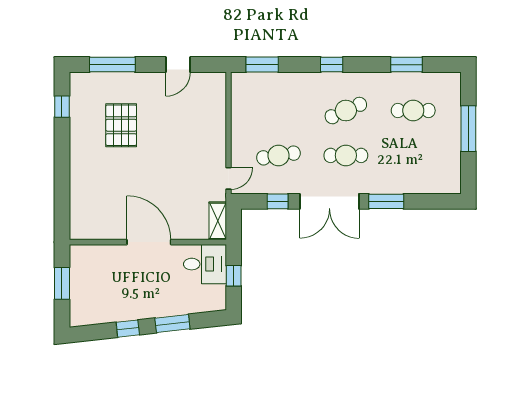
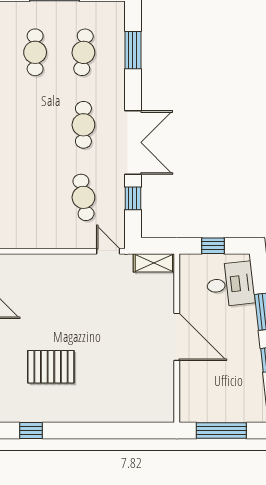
cafe table: (346, 111) -> (83, 52), moved, turned 30
window: (386, 201) -> (133, 50), moved
door: (149, 242) -> (177, 337), swing flipped
desk: (205, 264) -> (230, 284), moved, turned 84
window: (62, 283) -> (221, 430), width x1.44

